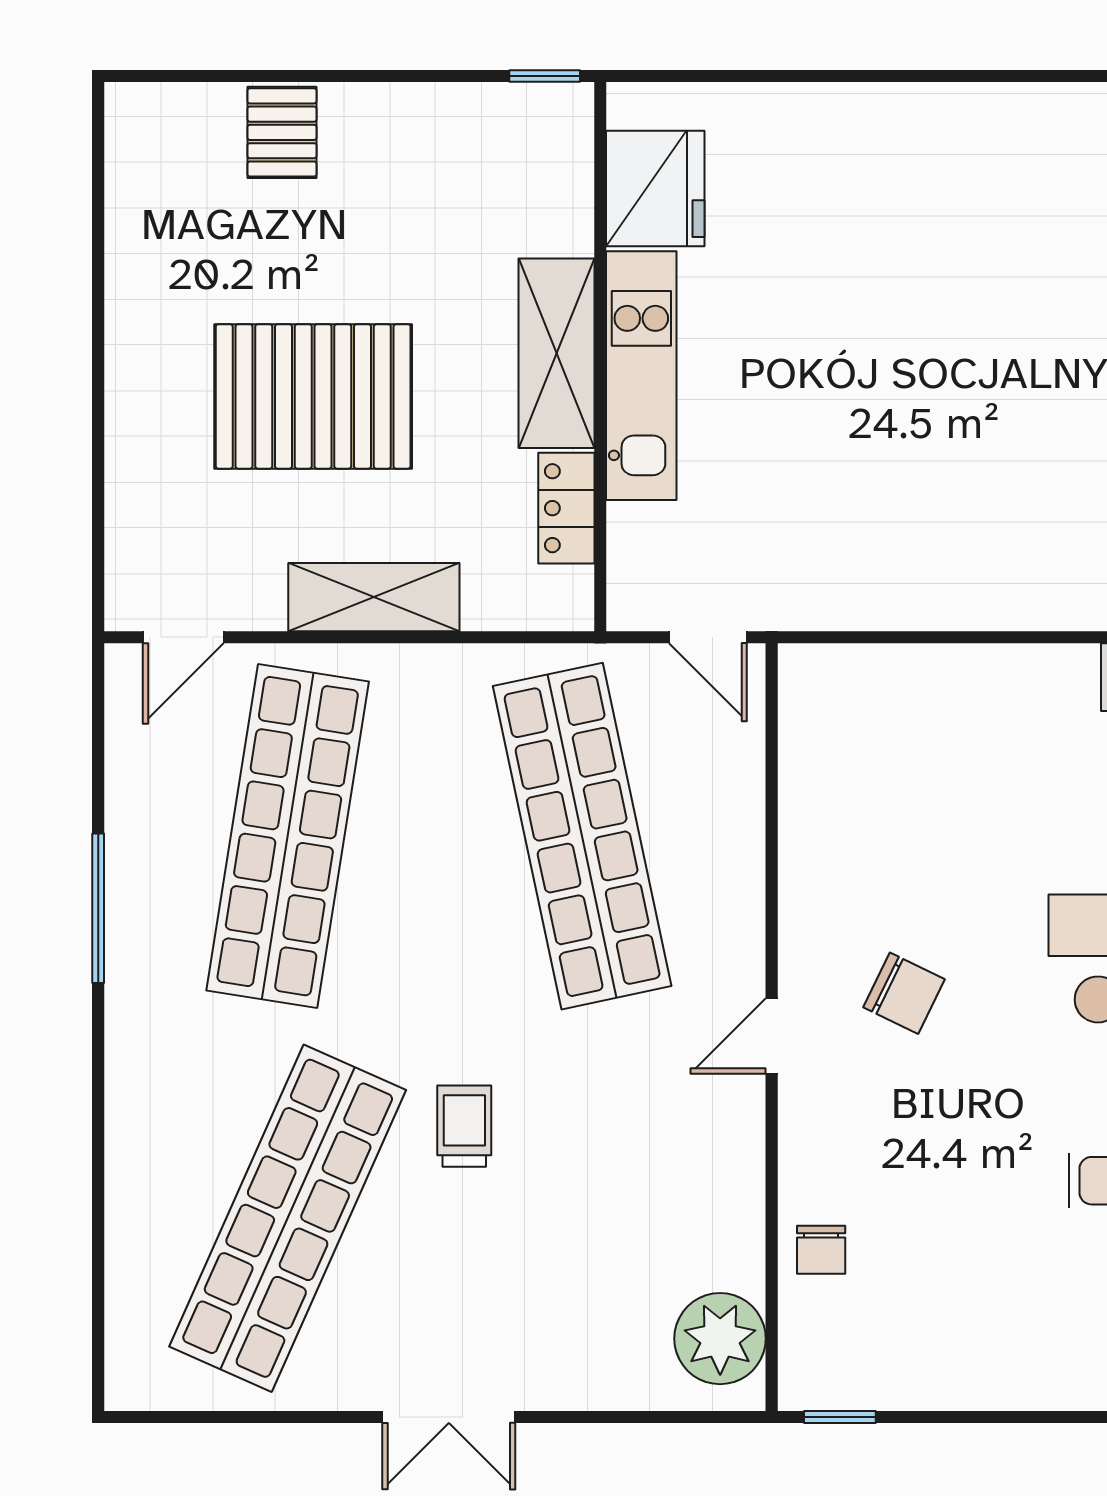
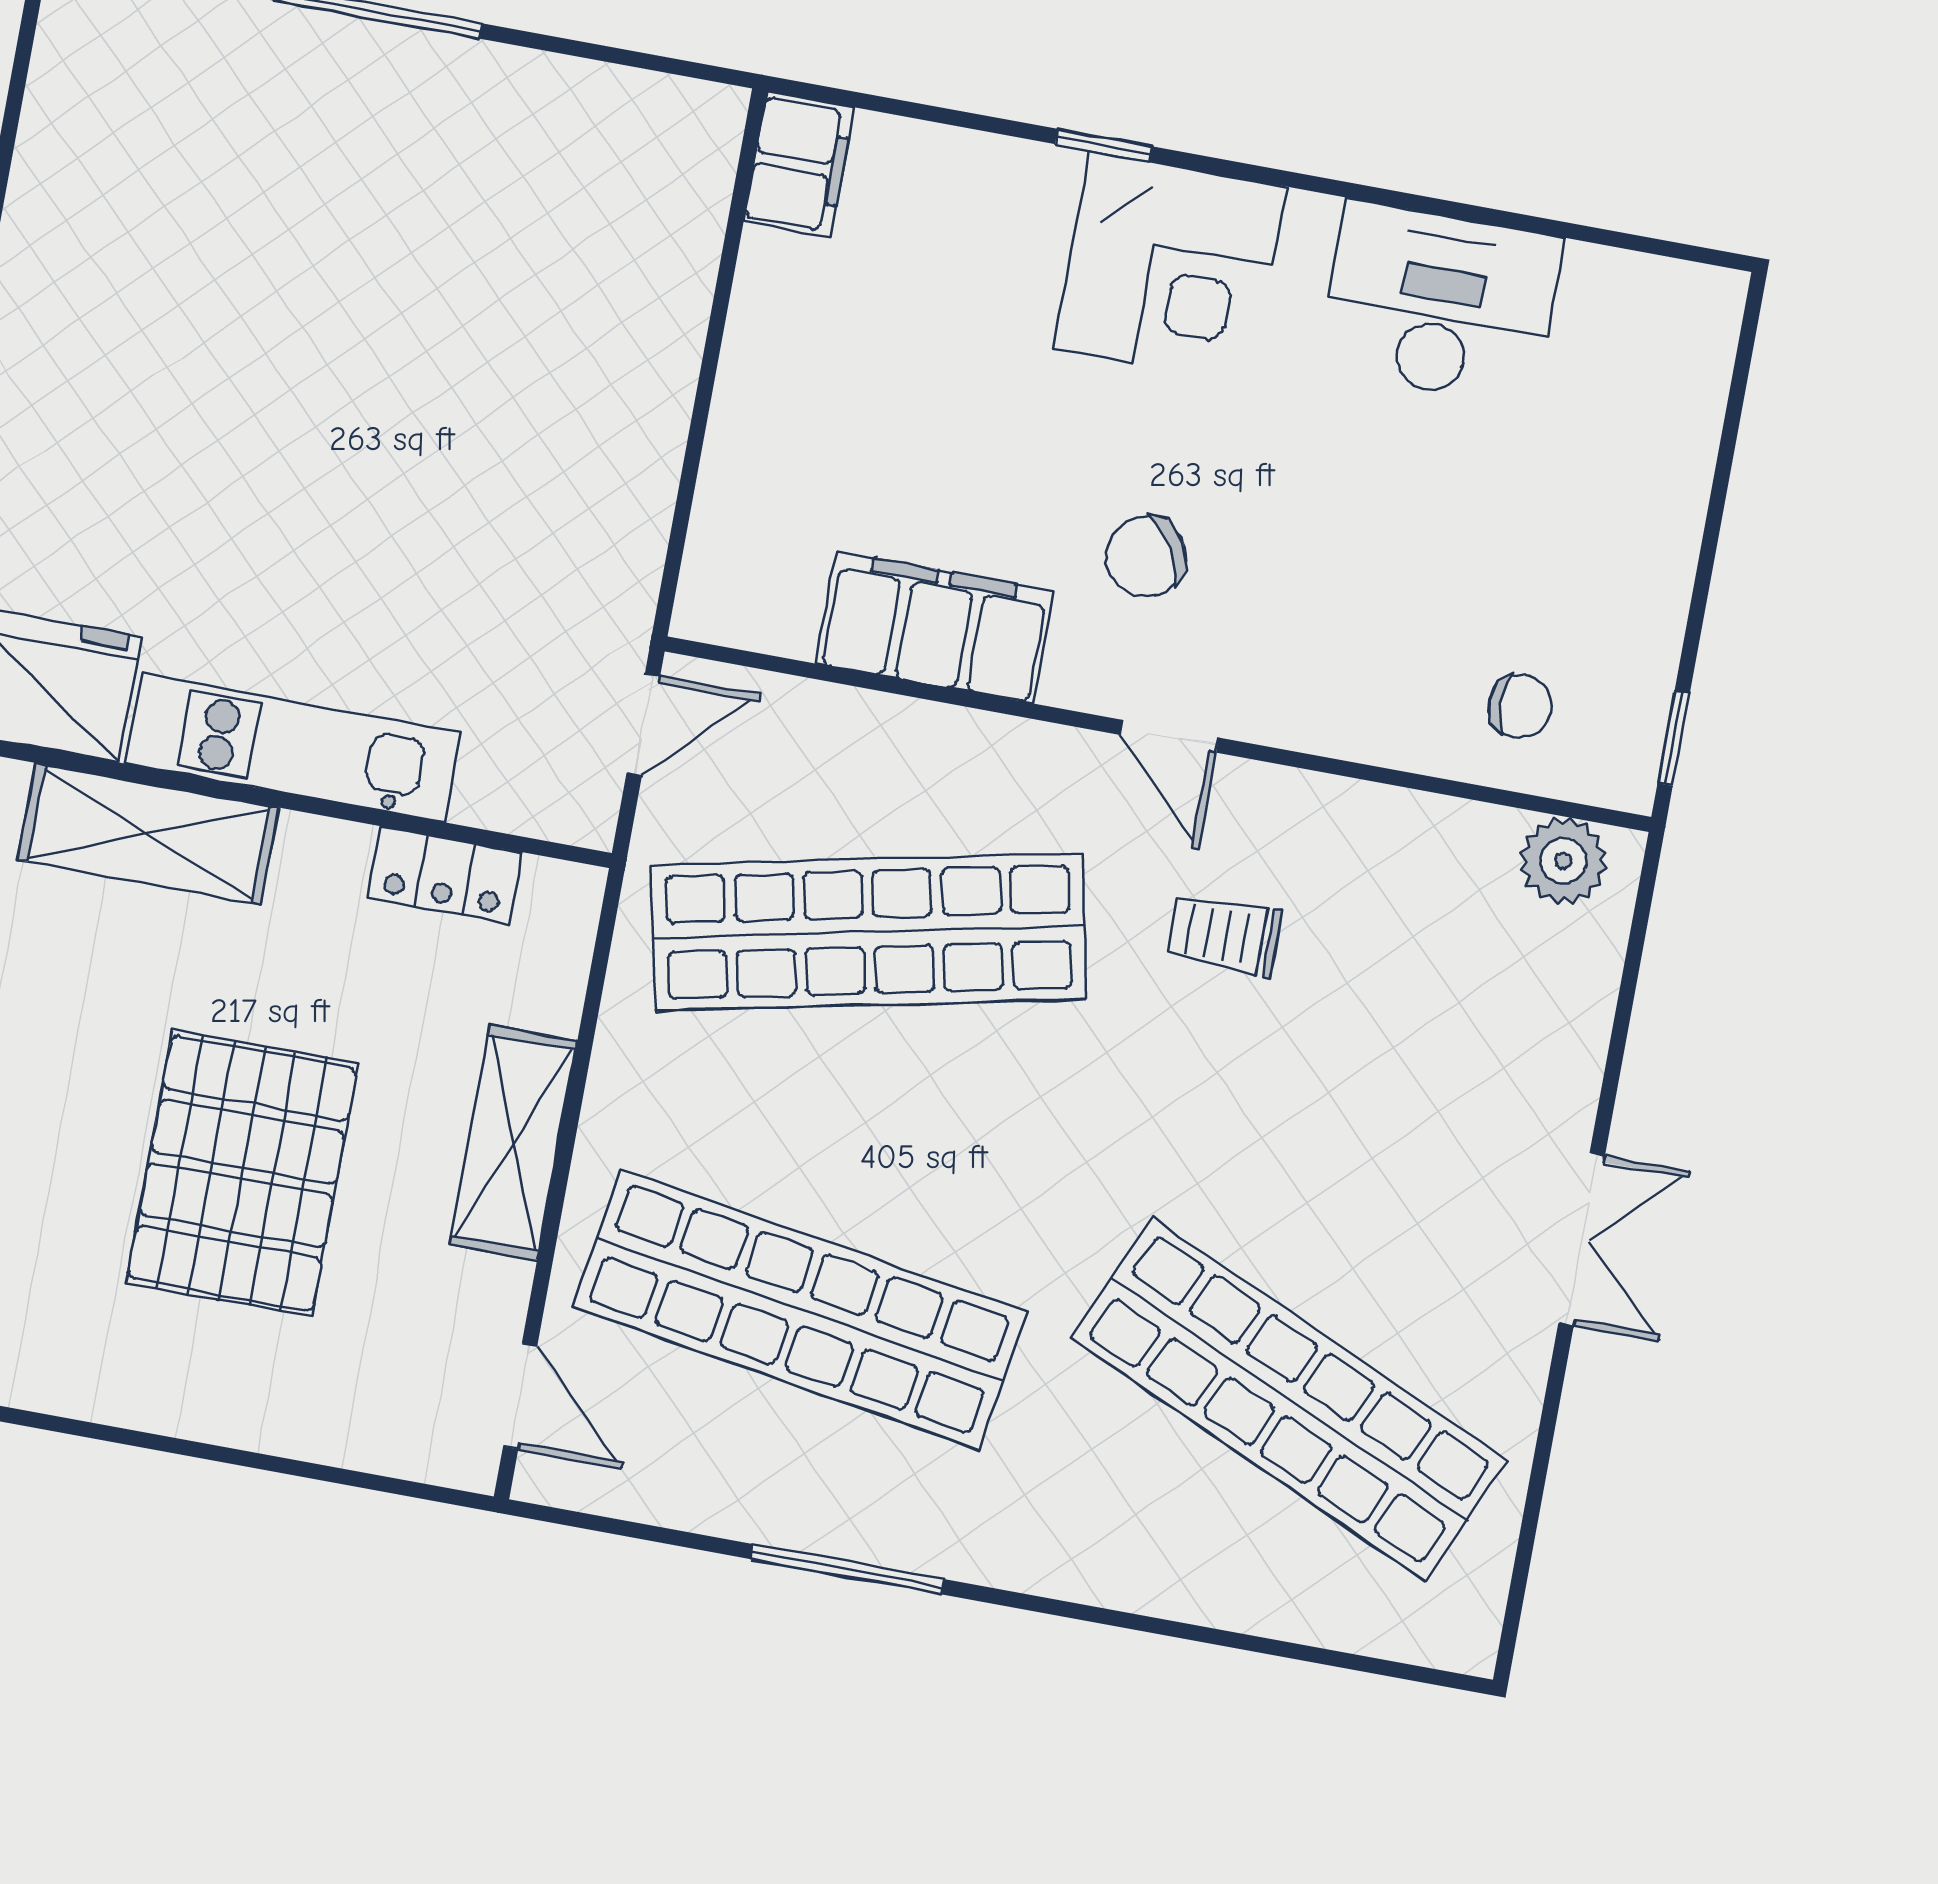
shelving: (556, 353) -> (148, 834), moved
filing cabinet: (821, 844) -> (935, 627), added
chair: (904, 993) -> (1146, 557), turned -147
trolley: (464, 1126) -> (1224, 935), moved
chair: (821, 1250) -> (1520, 706), moved
plant: (720, 1339) -> (1563, 861), width x0.73, depth x0.73

